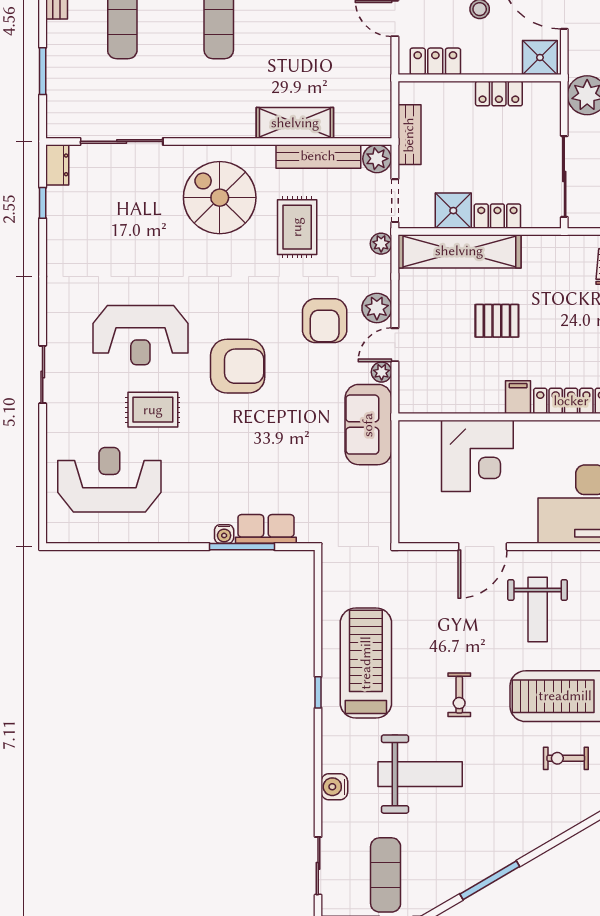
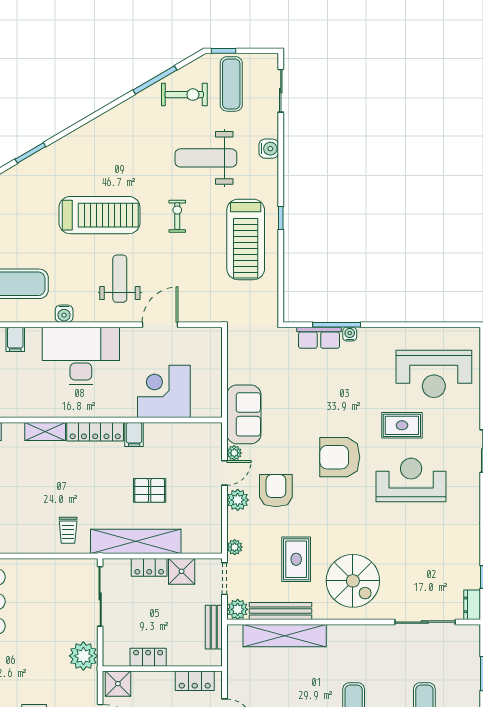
shelving: (295, 123) -> (285, 636), width x1.47
shelving: (459, 251) -> (136, 541), moved
exercise bike: (566, 758) -> (184, 95), moved, width x1.38, depth x1.39

